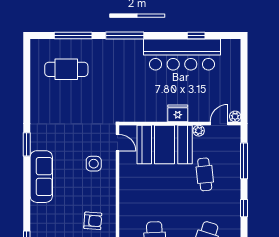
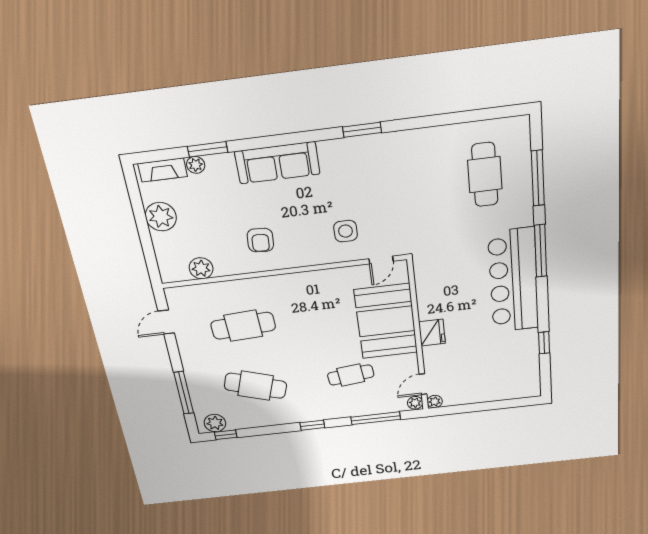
bar counter: (182, 55) -> (514, 281), moved
door: (219, 124) -> (423, 384), swing flipped
plant: (199, 131) -> (415, 403), moved
sofa: (41, 177) -> (277, 163), moved

